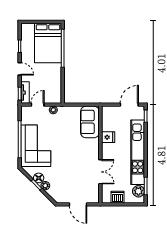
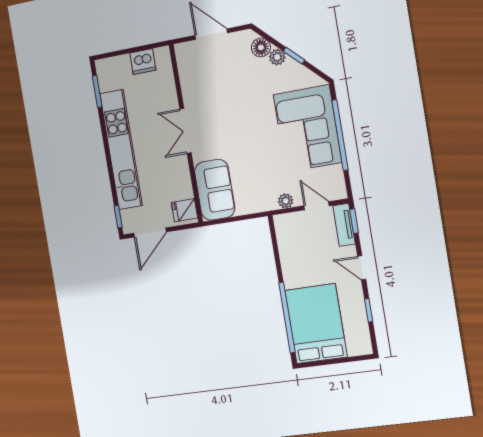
door: (38, 105) -> (317, 206), swing flipped
fridge: (108, 137) -> (184, 210), moved
double door: (100, 172) -> (185, 131), moved
floor lamp: (39, 178) -> (261, 47), moved
plant: (138, 191) -> (108, 80), removed

